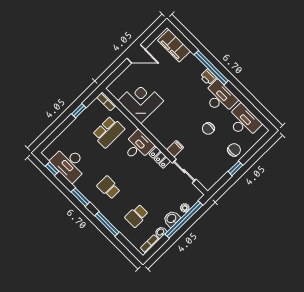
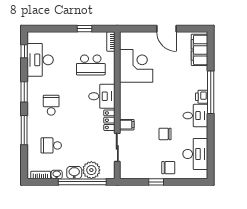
desk: (220, 98) -> (195, 116), width x0.73
plant: (185, 208) -> (91, 170), width x1.88, depth x1.88

